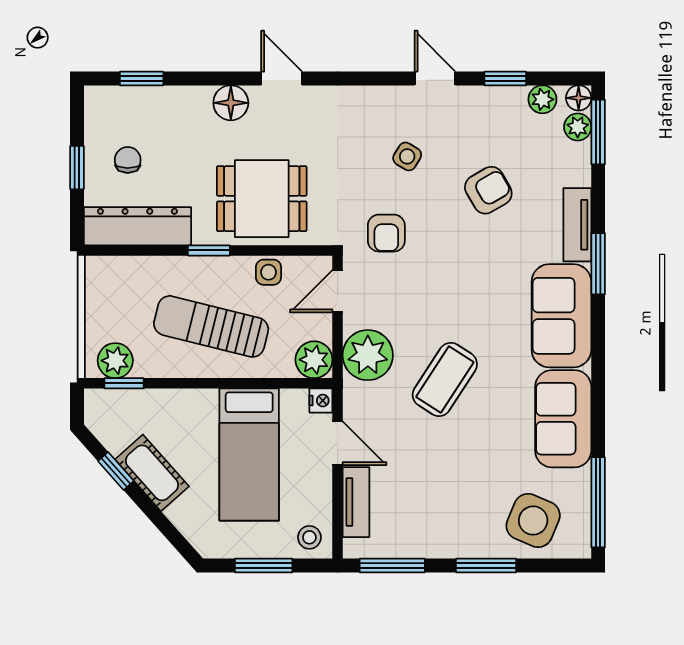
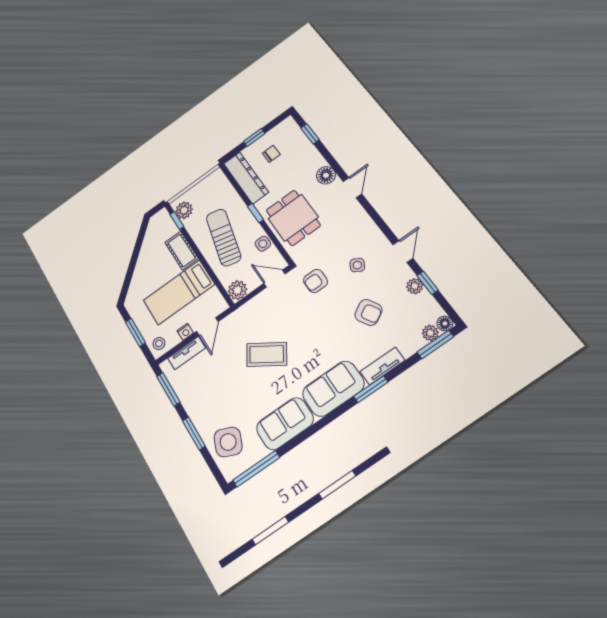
plant: (542, 99) -> (415, 286), moved
plant: (368, 355) -> (255, 312), removed
nightstand: (321, 401) -> (185, 332), moved
window: (116, 471) -> (139, 244), removed
cot: (152, 473) -> (182, 250), moved, turned -48

